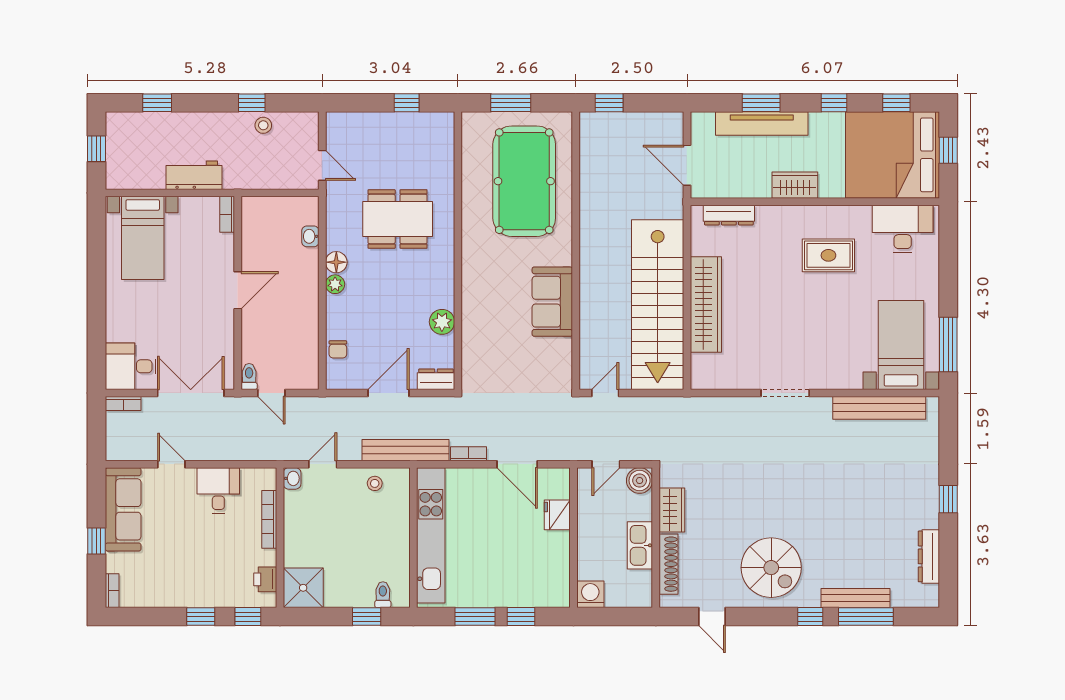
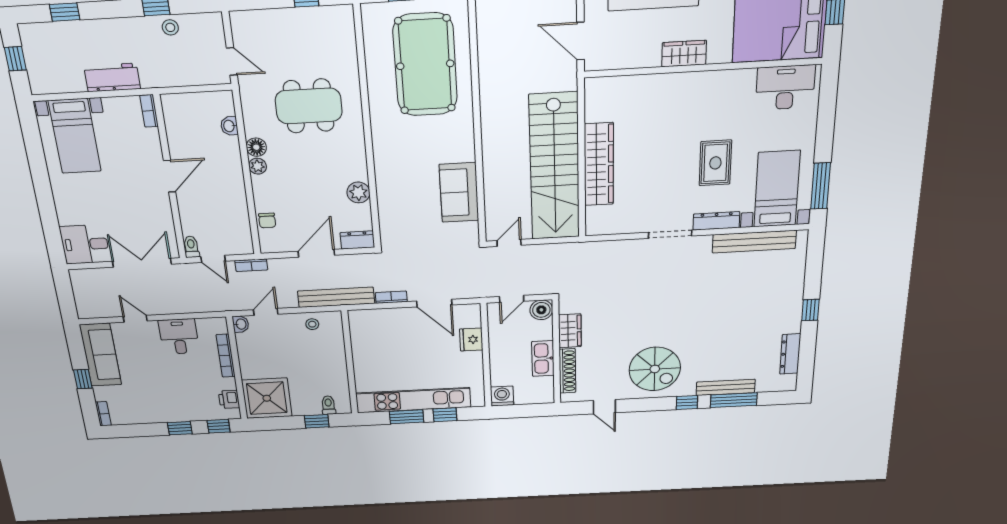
dresser: (729, 215) -> (716, 221), moved, turned 180
rug: (828, 255) -> (715, 163), moved, turned 90
sofa: (552, 302) -> (459, 192), moved
bookcase: (123, 404) -> (251, 265), moved
kitchen unit: (431, 535) -> (413, 400), moved, turned -90
shower: (303, 588) -> (267, 398), width x1.37, depth x1.37

